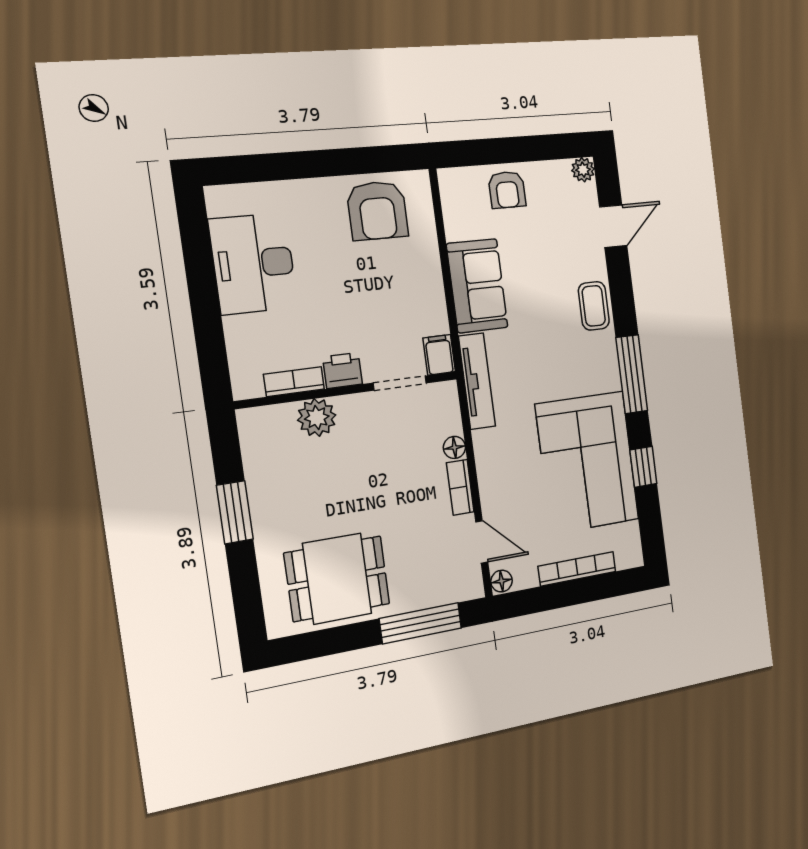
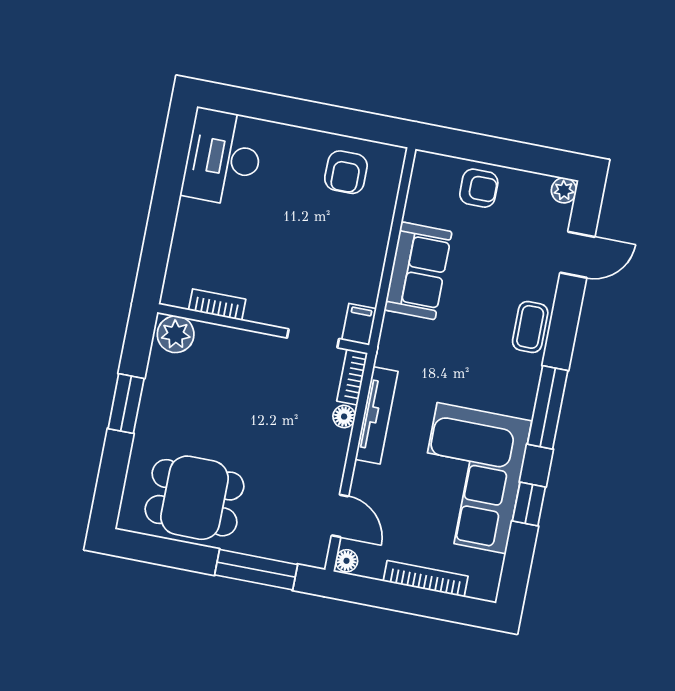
armchair: (507, 190) -> (479, 188), turned -90
armchair: (377, 211) -> (346, 172), width x0.72, depth x0.72
desk: (253, 264) -> (223, 157), moved
printer: (343, 370) -> (264, 309), removed
tv unit: (477, 381) -> (377, 415), moved
plant: (317, 418) -> (176, 334), moved
bookcase: (460, 487) -> (352, 377), moved

